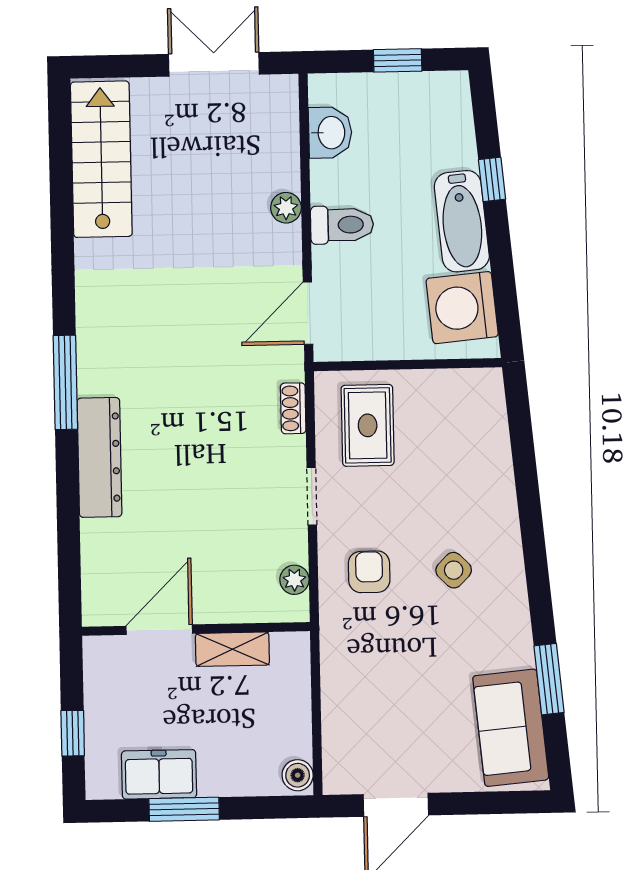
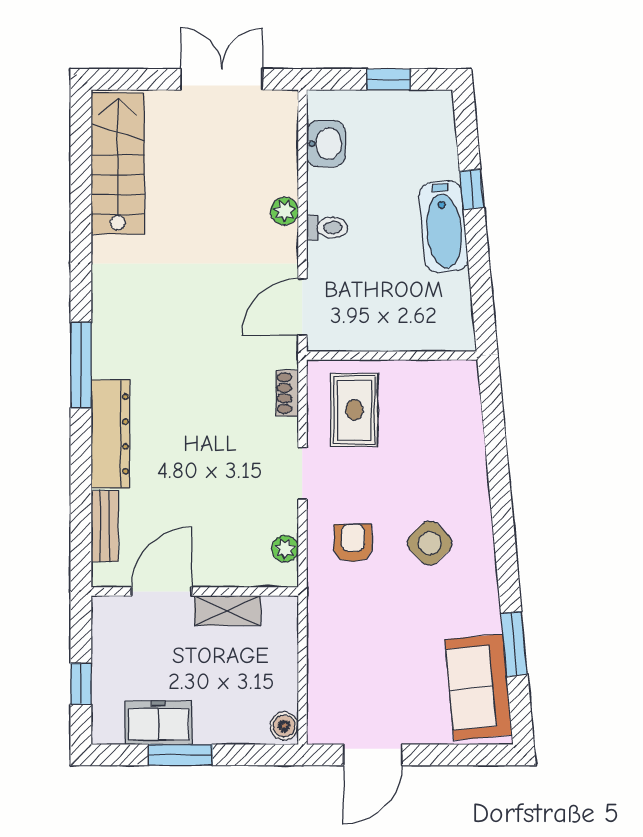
toilet: (342, 225) -> (327, 228), width x0.73, depth x0.72
washing machine: (462, 308) -> (442, 305), removed
bench: (95, 559) -> (105, 526), added
side table: (454, 570) -> (430, 543), width x1.37, depth x1.37

